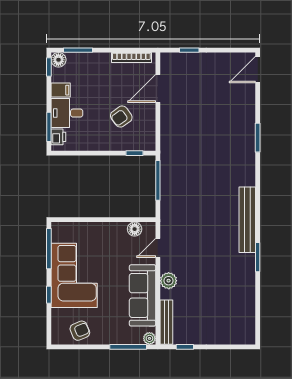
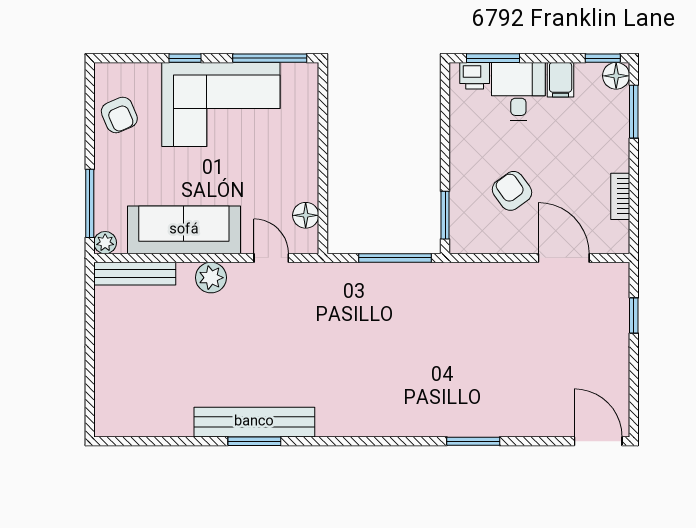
bookcase: (131, 58) -> (620, 196), width x0.64
window: (135, 153) -> (445, 215), width x1.50
bench: (247, 220) -> (254, 422), moved
window: (185, 347) -> (90, 308), removed

